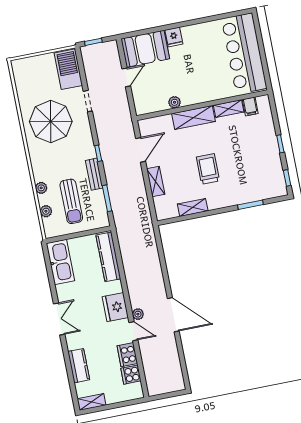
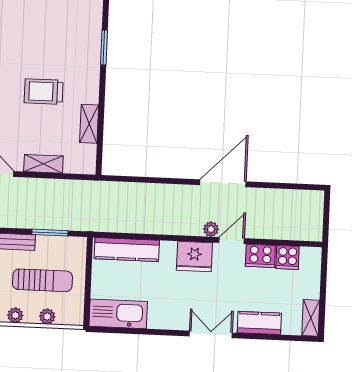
double door: (59, 319) -> (211, 334), moved

